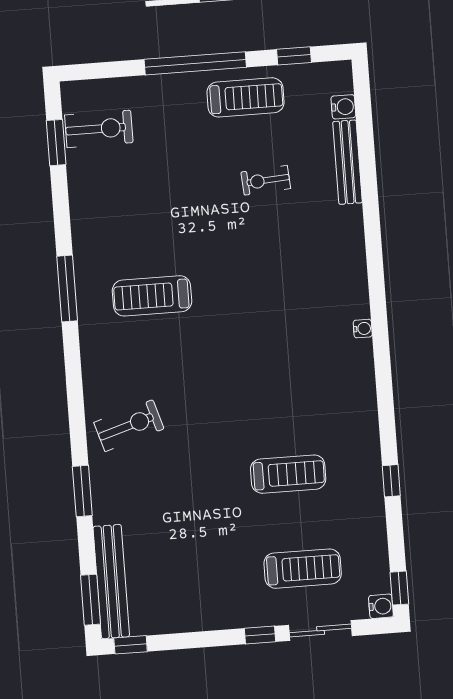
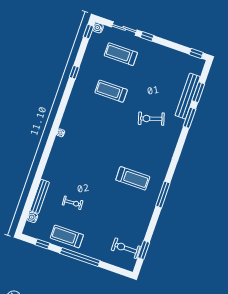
exercise bike: (129, 426) -> (151, 119), moved
bench: (111, 582) -> (188, 96), moved
window: (91, 600) -> (198, 92), moved

